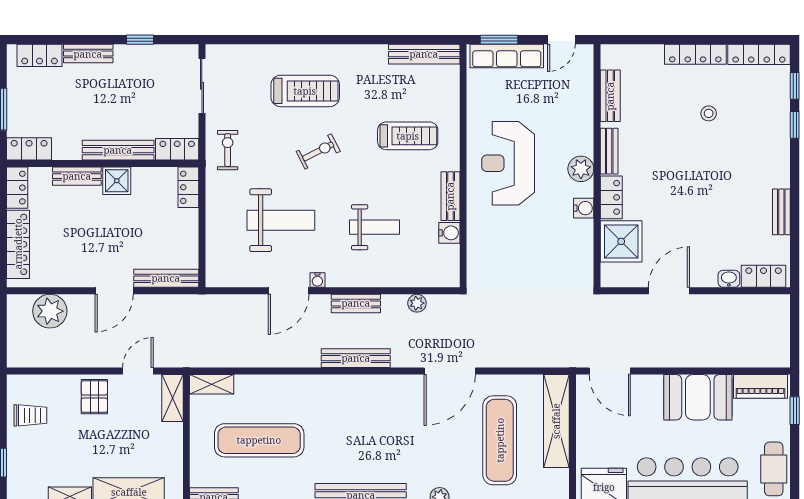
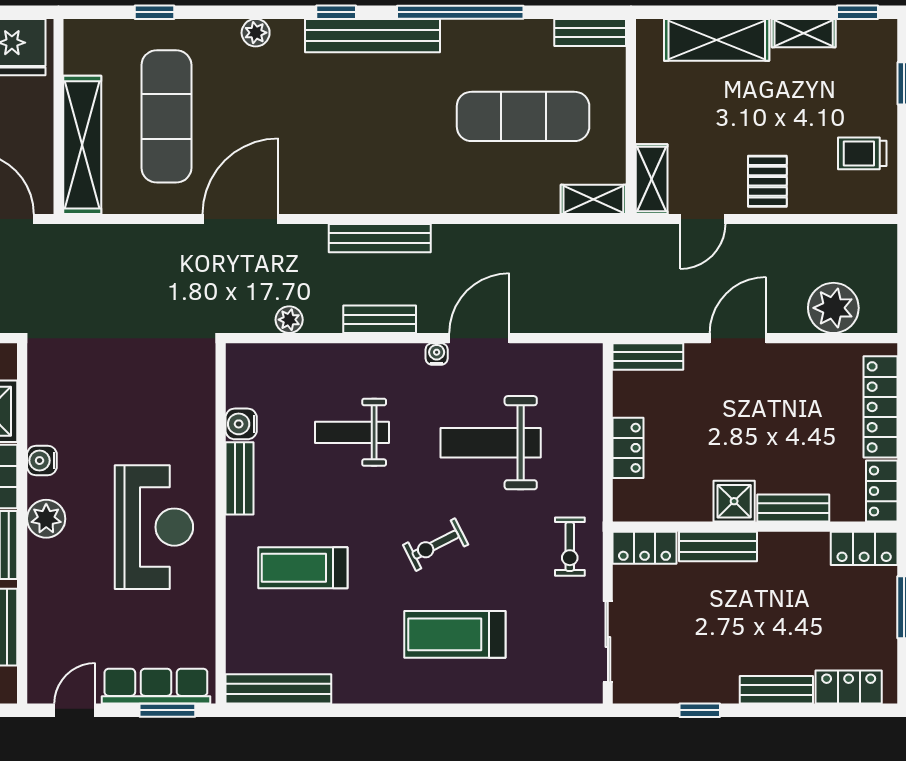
bench: (118, 150) -> (718, 547), width x0.73
locker: (188, 187) -> (628, 448), moved
bench: (166, 278) -> (648, 357), width x0.73

